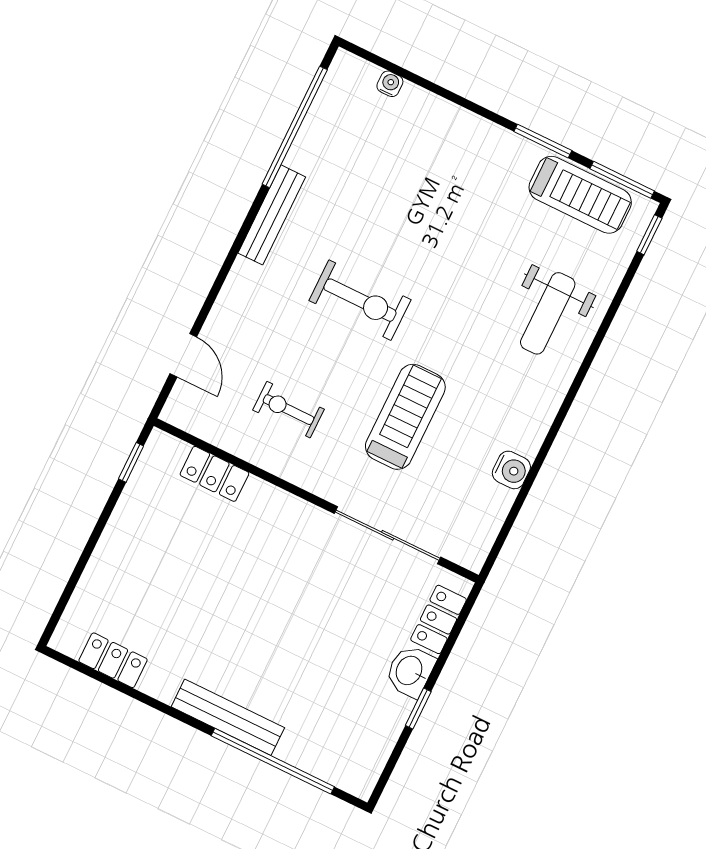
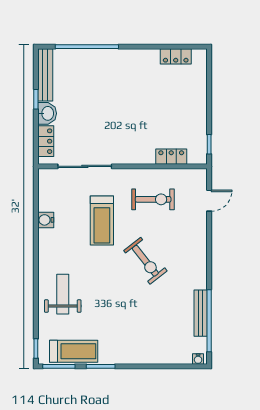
water cooler: (390, 84) -> (198, 359), moved
treadmill: (580, 195) -> (74, 351), turned 180
bench: (272, 215) -> (201, 313), moved
exercise bike: (360, 300) -> (145, 261), turned -128
door: (183, 355) -> (209, 201), swing flipped
exercise bike: (288, 410) -> (153, 199), width x1.38, depth x1.39
bench: (228, 717) -> (45, 75), moved, turned 90

